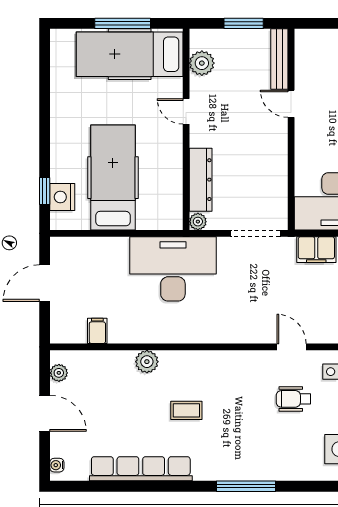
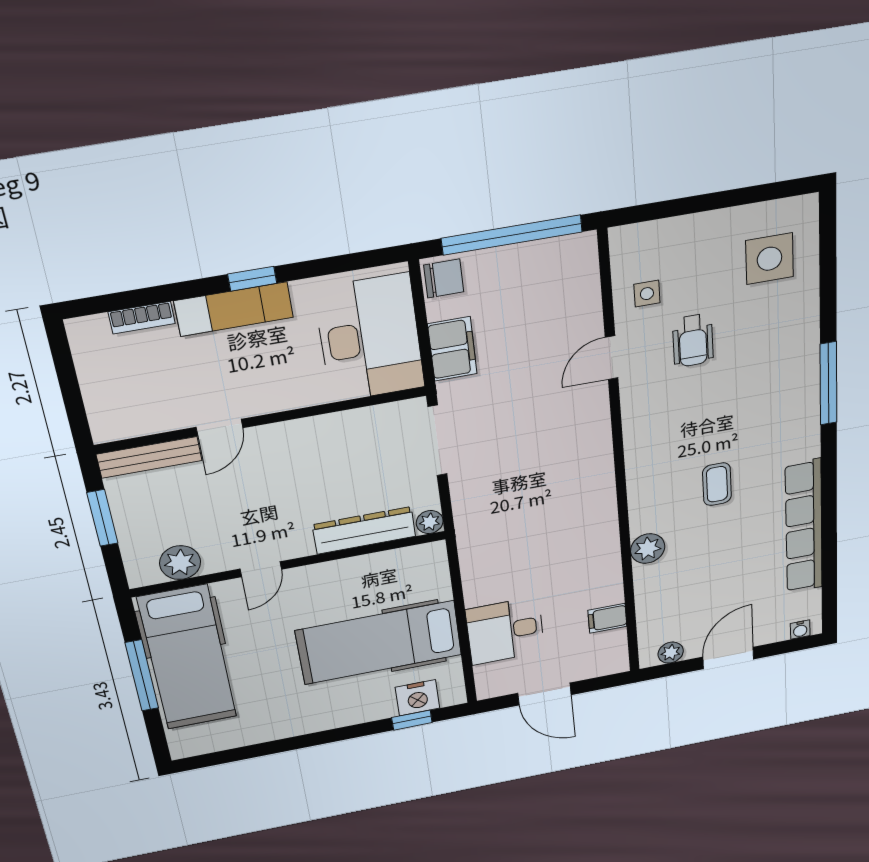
desk: (173, 269) -> (505, 631), moved, width x0.53, depth x0.77

